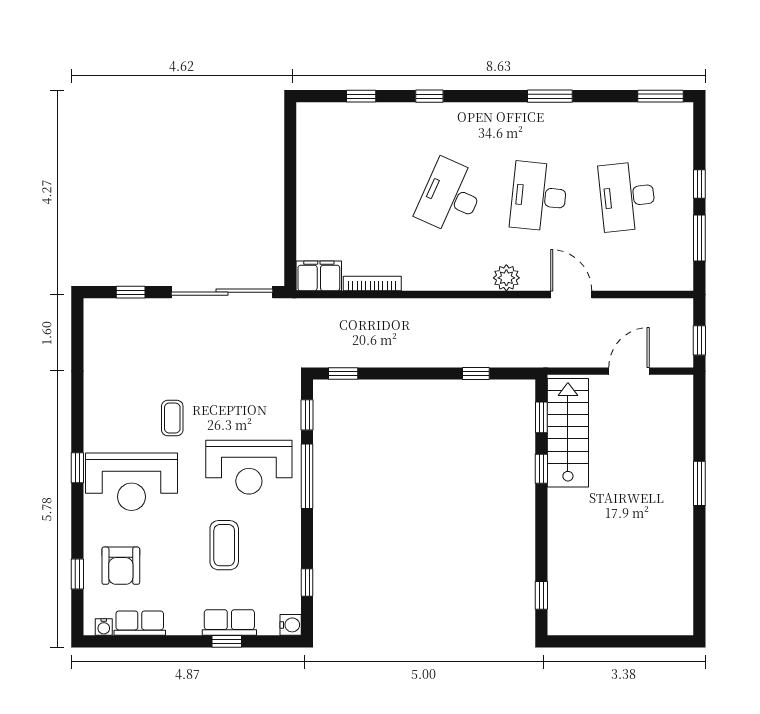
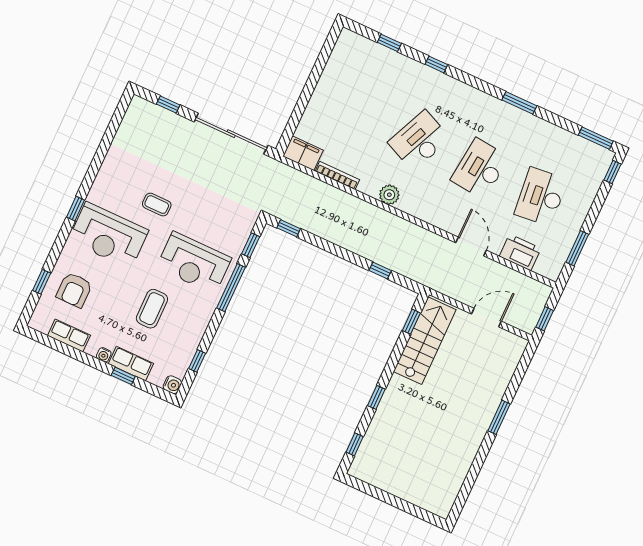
window: (699, 184) -> (612, 172), moved
printer: (633, 274) -> (520, 252), added
plant: (506, 278) -> (389, 195), moved
coffee table: (172, 418) -> (157, 205), turned 90
window: (541, 469) -> (376, 397), moved
water cooler: (104, 627) -> (104, 355), moved

